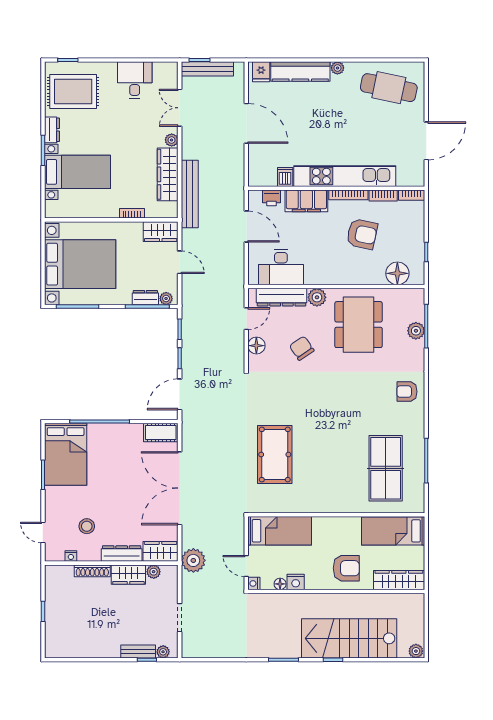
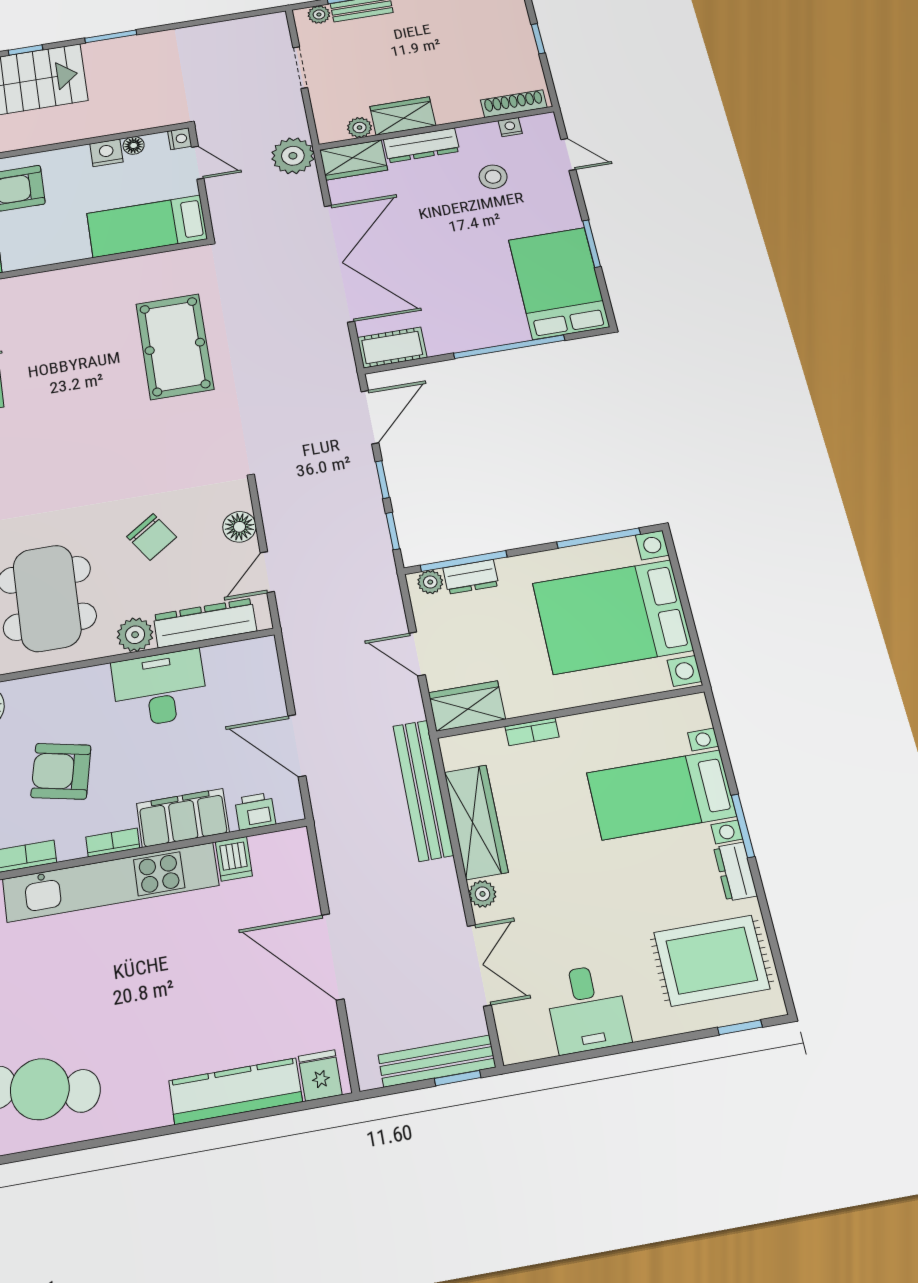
plant: (337, 68) -> (156, 1113), removed
bookcase: (348, 195) -> (113, 842), width x0.64
desk: (281, 267) -> (160, 689), moved
shoe rack: (92, 571) -> (514, 104), moved

